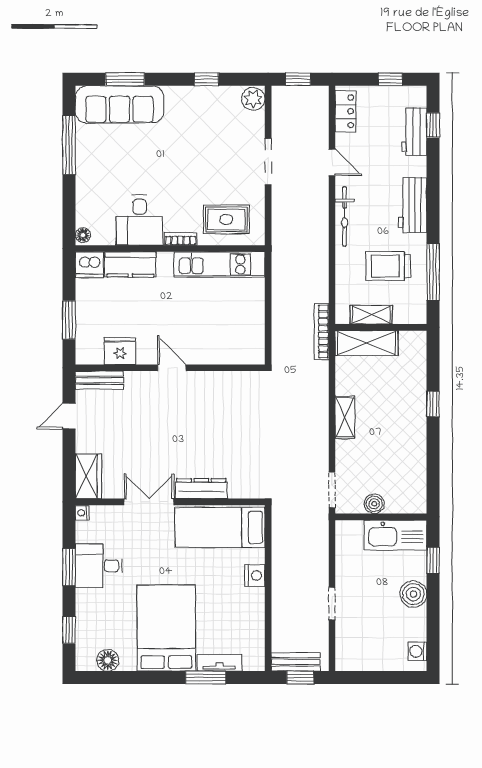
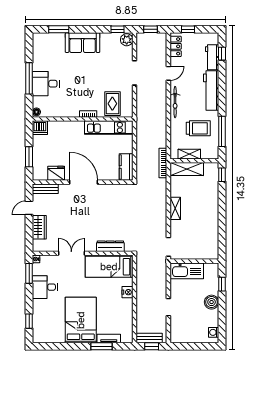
window: (207, 79) -> (117, 29), moved
window: (390, 79) -> (188, 29), moved
sofa: (119, 104) -> (83, 43), moved, width x0.73
window: (69, 145) -> (29, 78), moved
door: (332, 162) -> (168, 73), hinge flipped
workbench: (413, 205) -> (211, 91), width x1.38
rug: (226, 219) -> (112, 104), turned 90
desk: (139, 220) -> (46, 84), moved, turned 90
kitchen counter: (130, 264) -> (126, 167), moved, turned 90
trolley: (388, 266) -> (198, 128), turned 180
door: (172, 368) -> (84, 182), width x1.87
window: (433, 404) -> (222, 175), moved
wardrobe: (88, 476) -> (39, 227), moved
dresser: (201, 489) -> (110, 246), moved
boiler: (374, 504) -> (191, 254), removed
kitchen sink: (395, 535) -> (187, 271), moved
window: (69, 567) -> (29, 273), moved
floor lamp: (108, 660) -> (50, 337), removed

